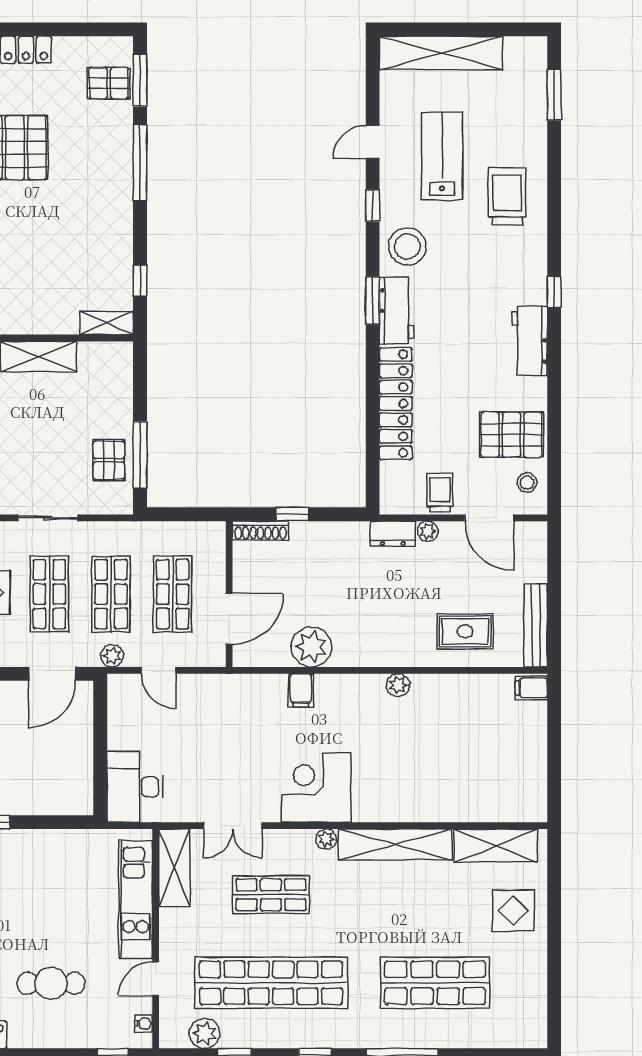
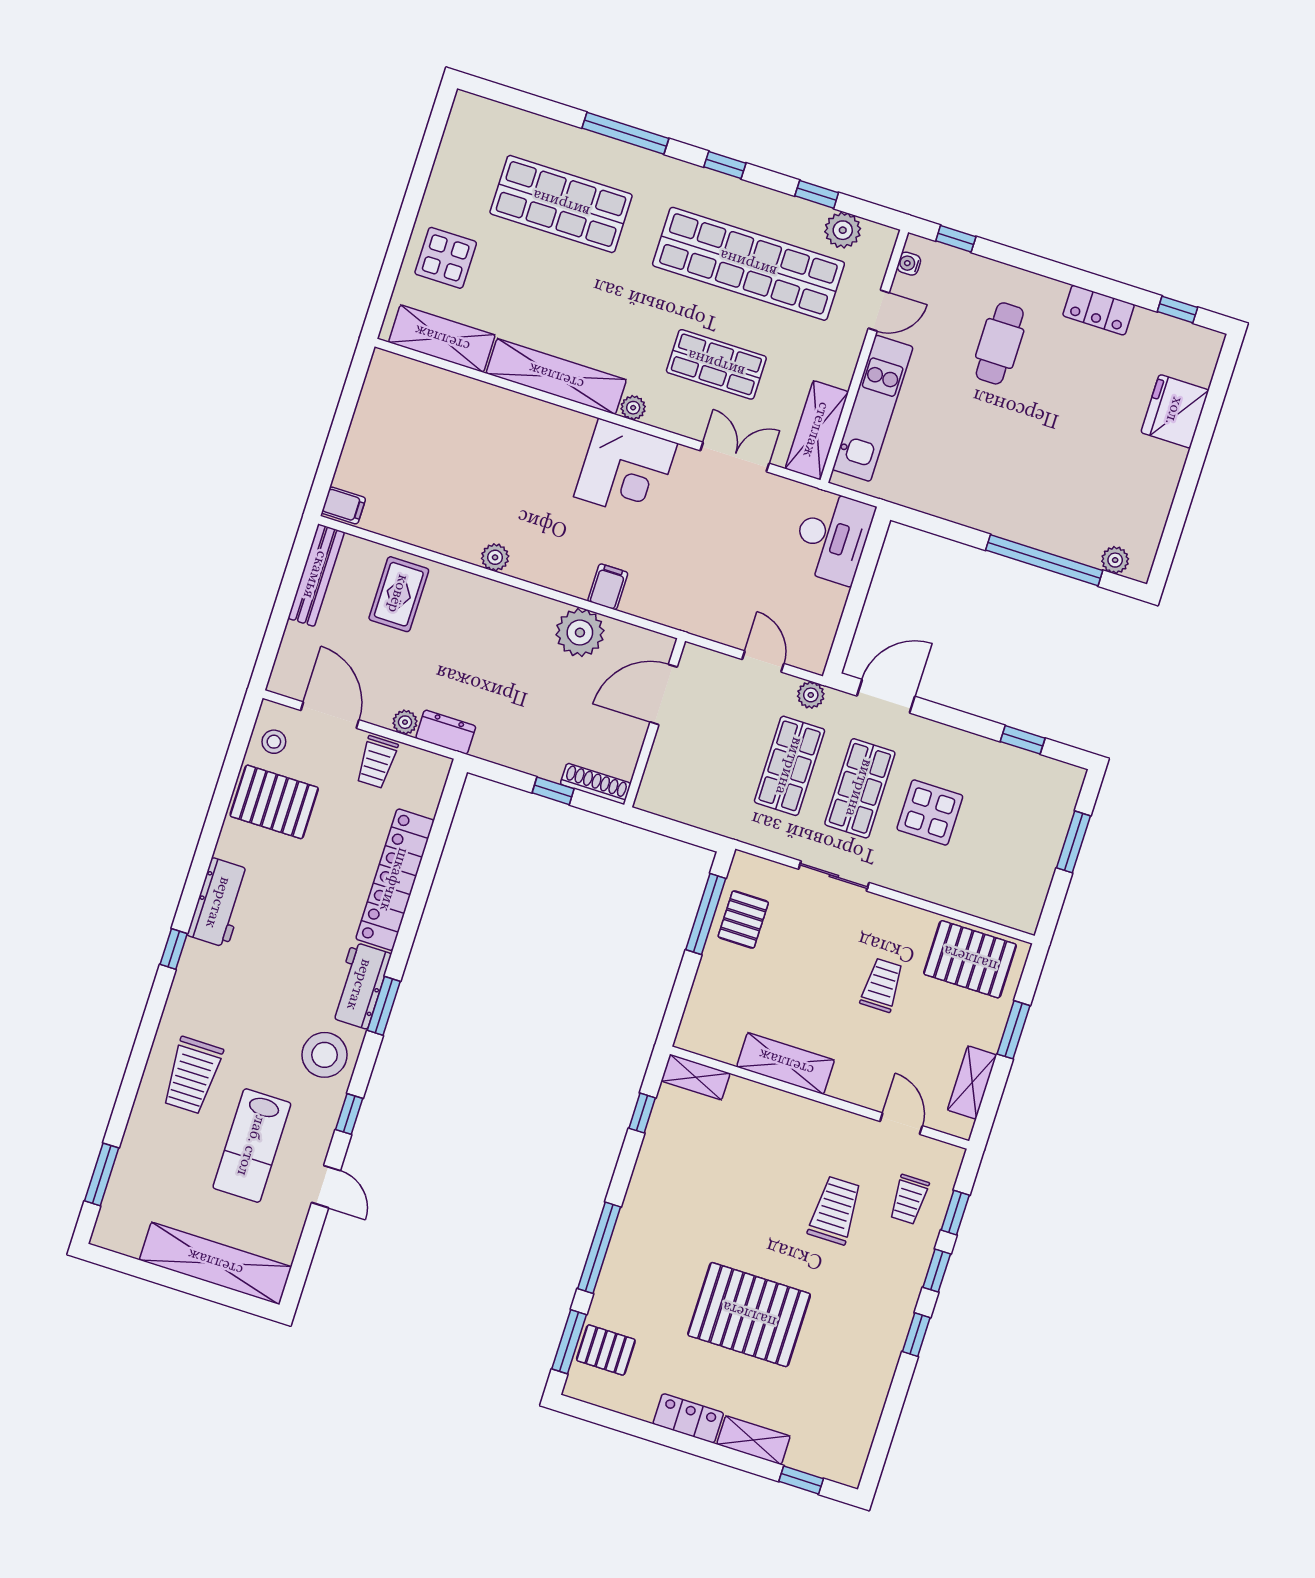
door: (373, 142) -> (326, 1187), hinge flipped
shop shelf: (173, 594) -> (719, 743), removed
rug: (465, 631) -> (399, 594), turned 90
cafe table: (51, 983) -> (1000, 343), turned 90

